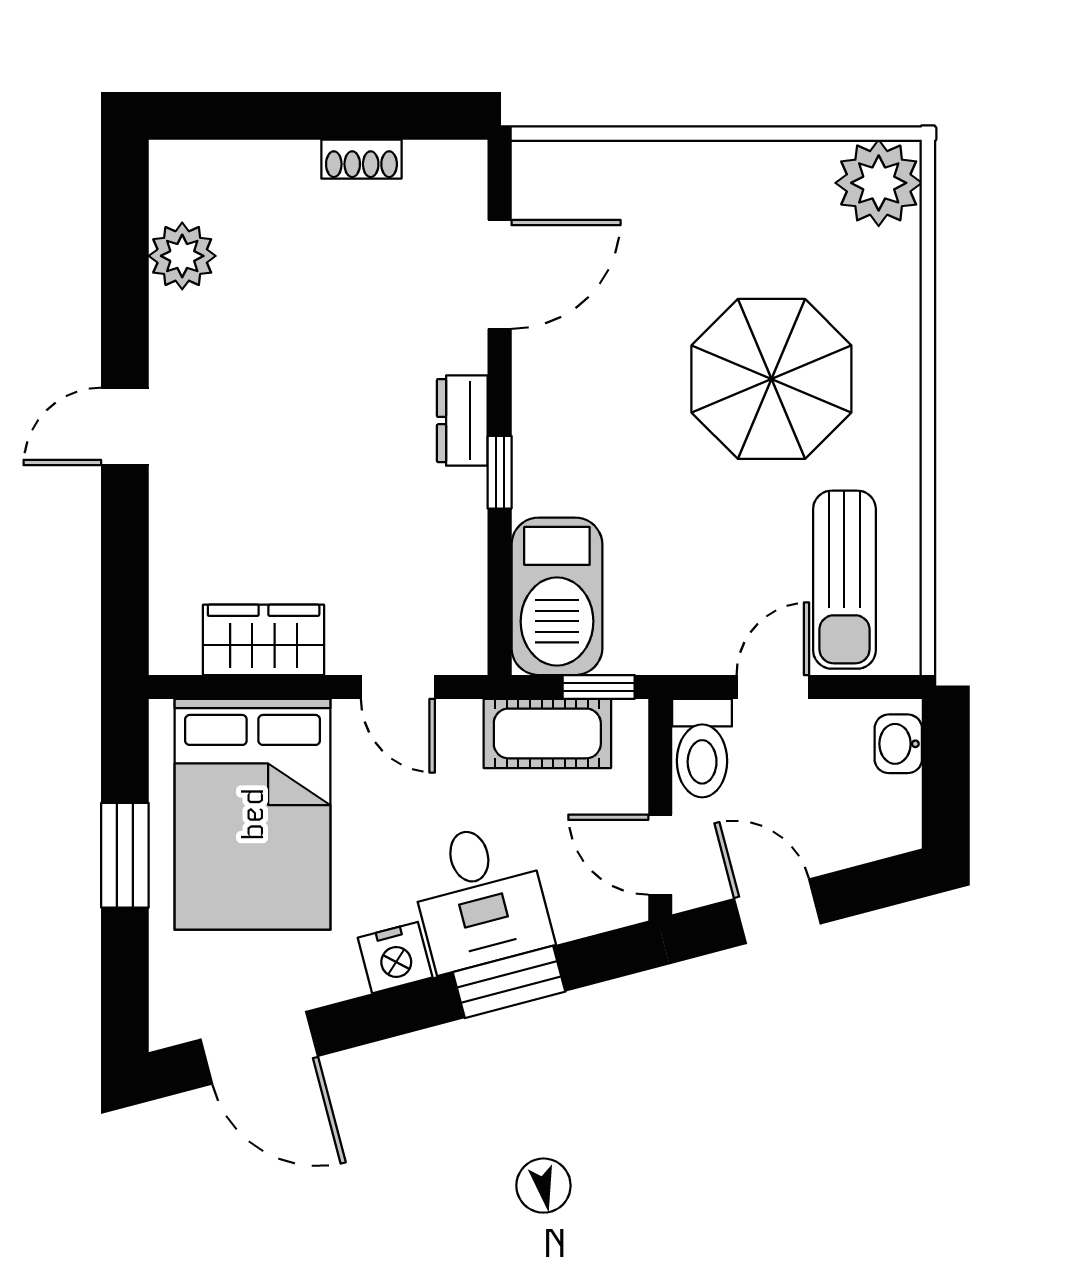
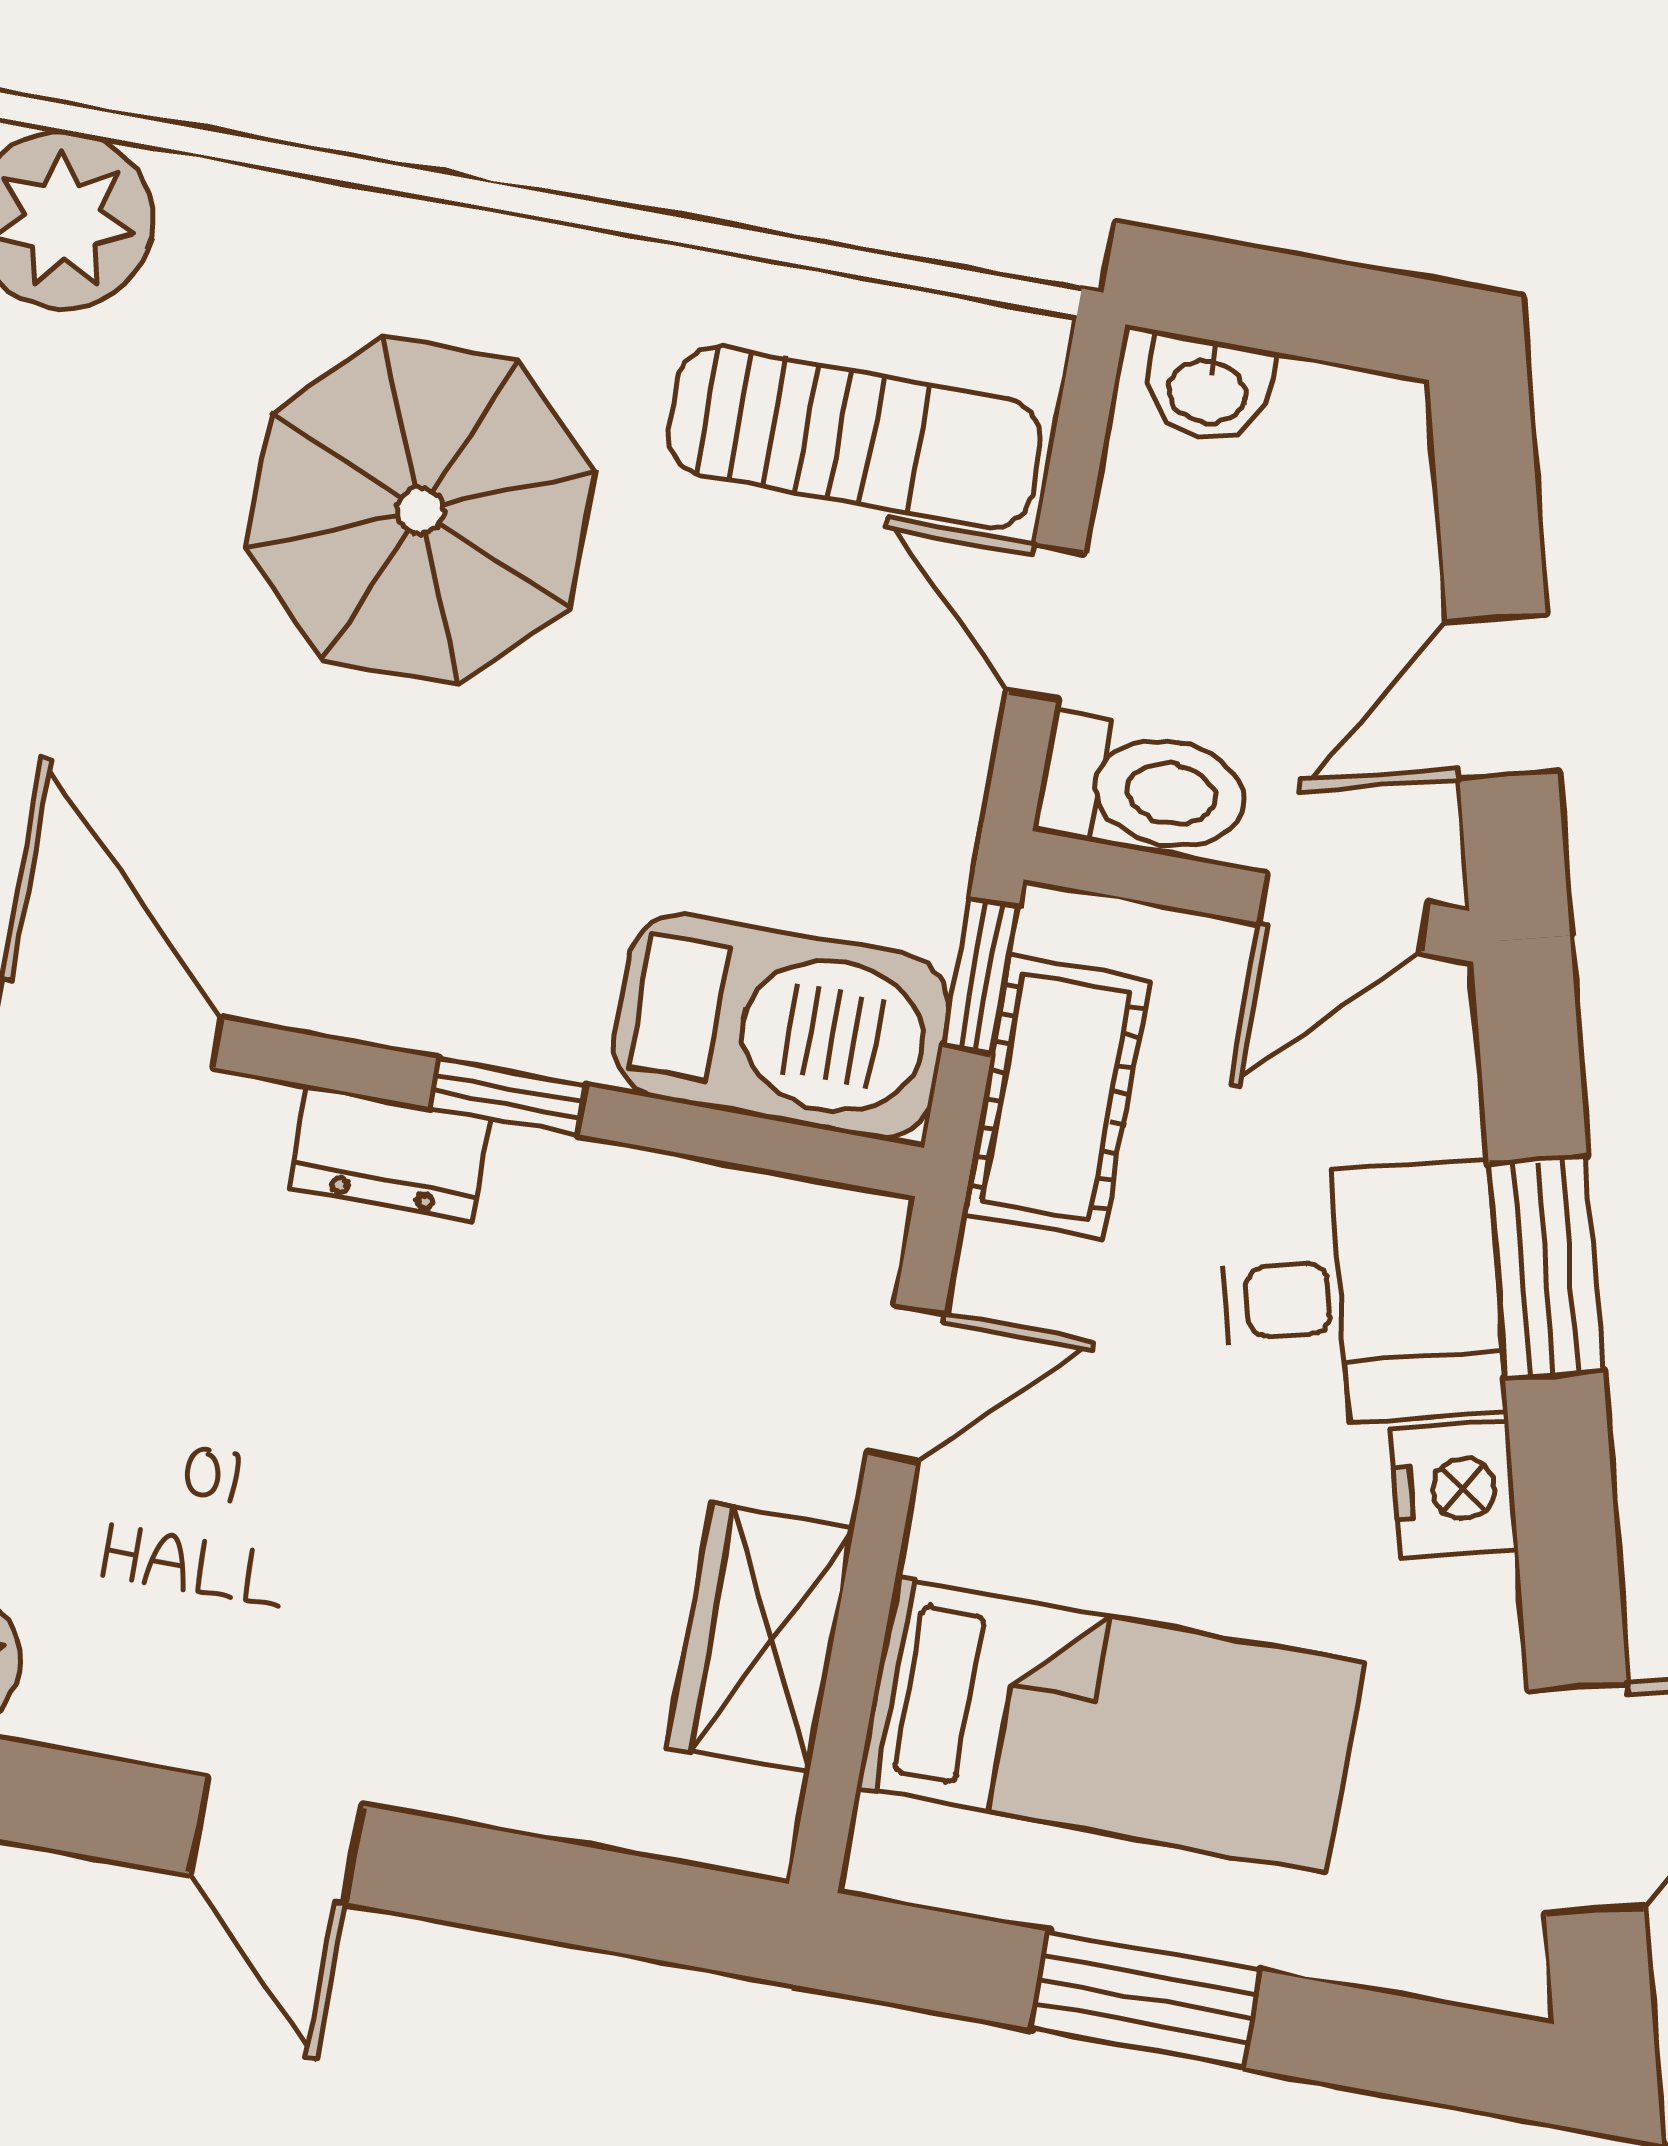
bed: (253, 814) -> (1110, 1725), width x0.67

